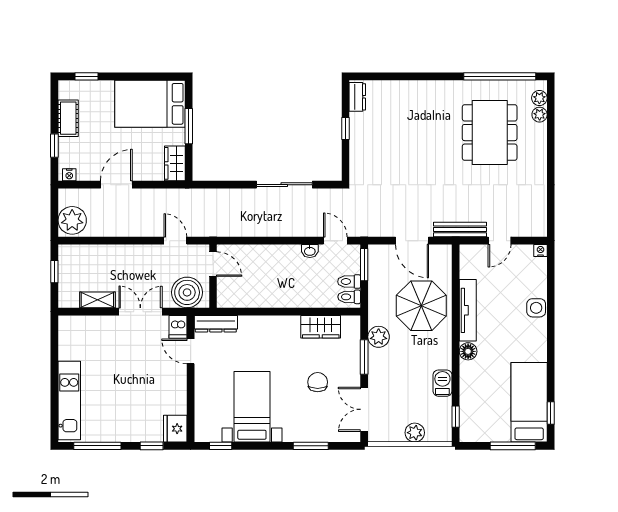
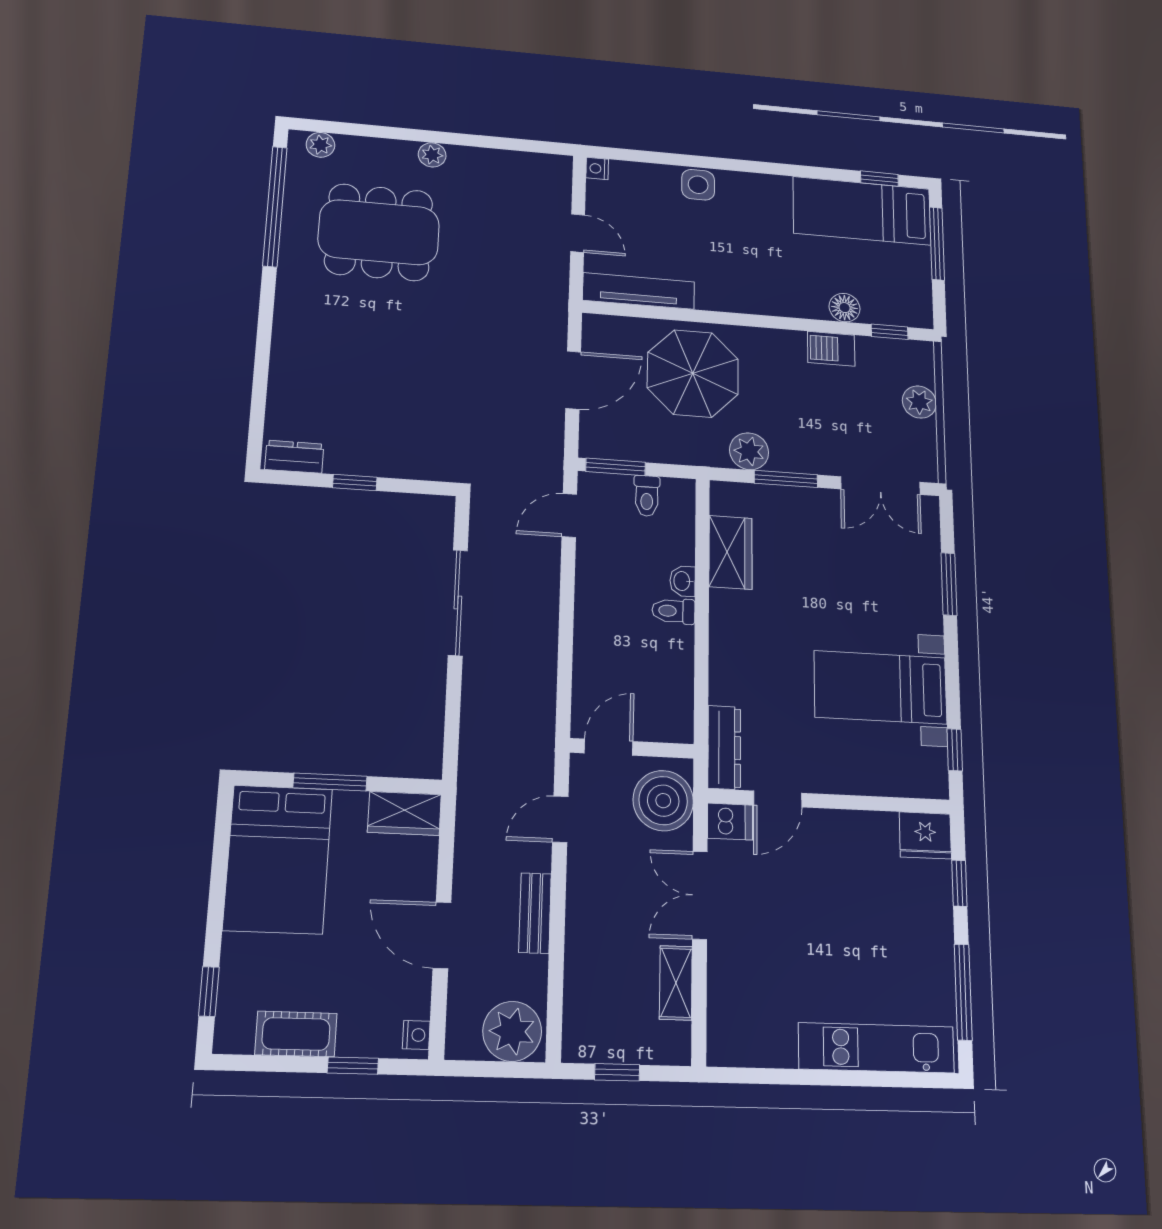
plant: (540, 115) -> (432, 155), moved
bench: (460, 229) -> (535, 913), moved, width x0.73
washbasin: (310, 251) -> (683, 581), moved, turned 180
toilet: (349, 297) -> (673, 611), moved, turned 90
tv unit: (468, 310) -> (639, 291), moved
floor lamp: (468, 351) -> (845, 308), moved
chair: (318, 382) -> (833, 564), removed

